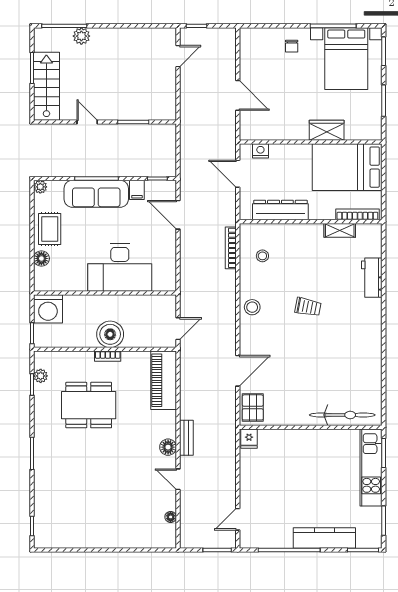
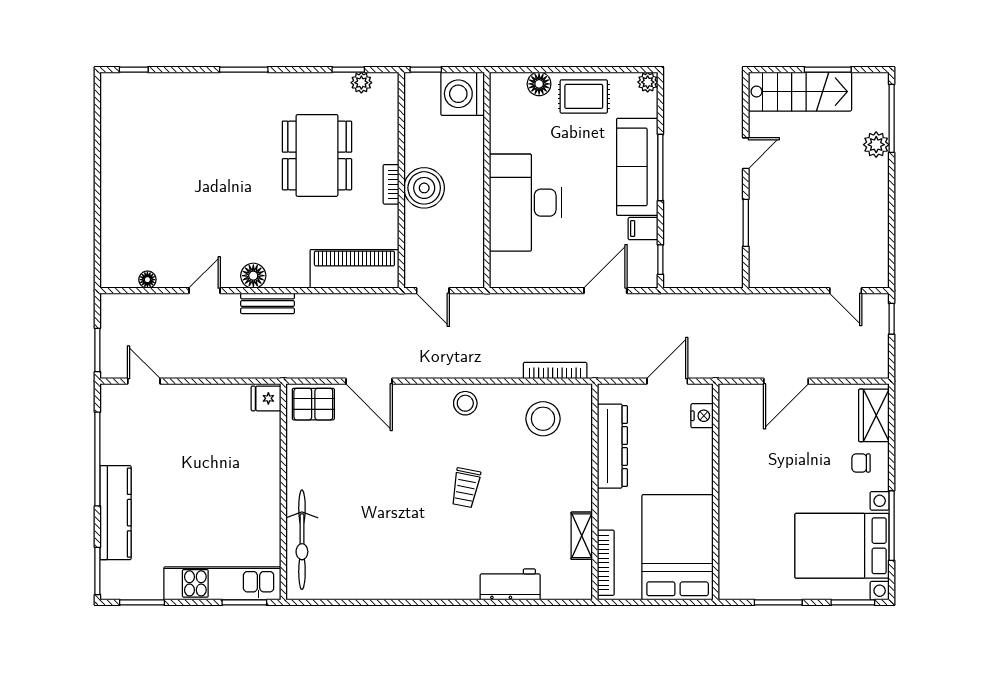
wardrobe: (327, 130) -> (874, 415), moved, turned 180
stool: (262, 256) -> (543, 419), width x1.89, depth x1.89

